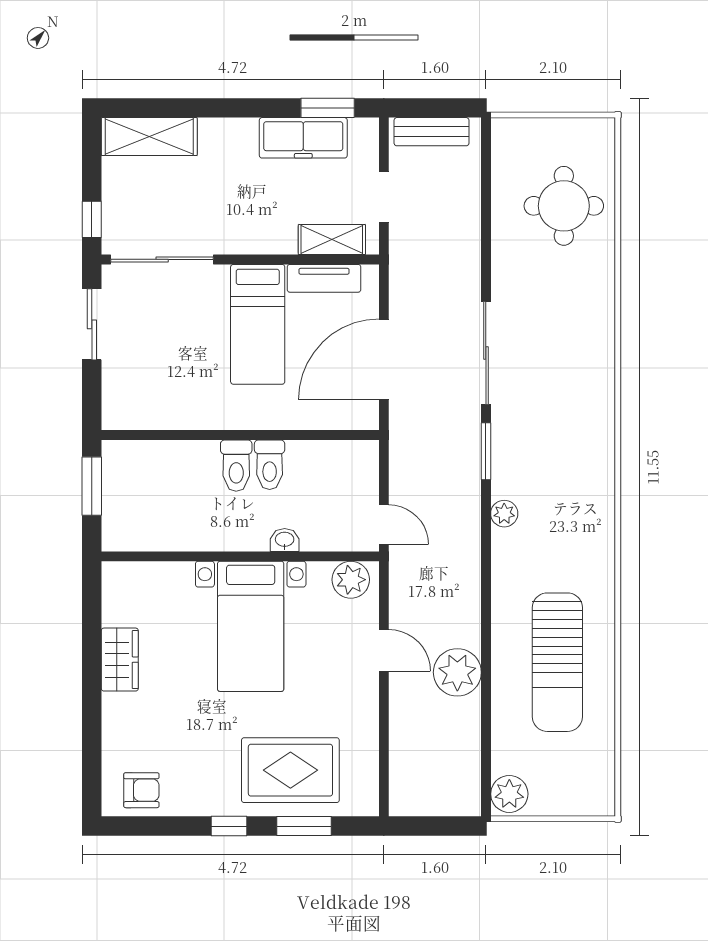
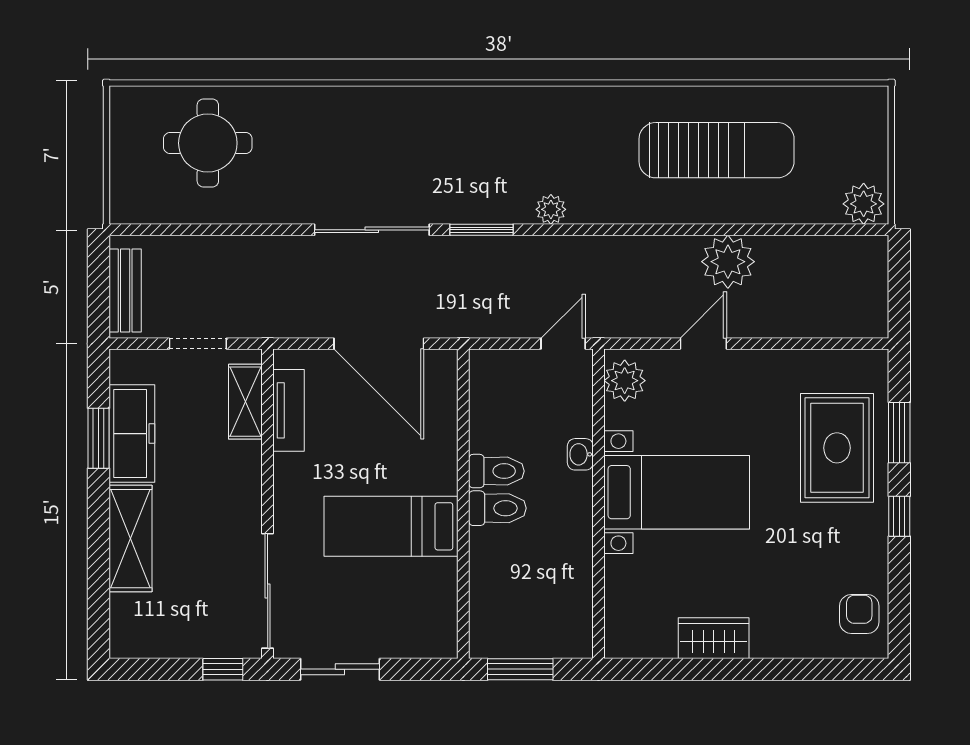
window: (328, 108) -> (99, 438), moved
shelving: (149, 137) -> (131, 539), moved
bed: (258, 324) -> (391, 526), moved, turned 180

